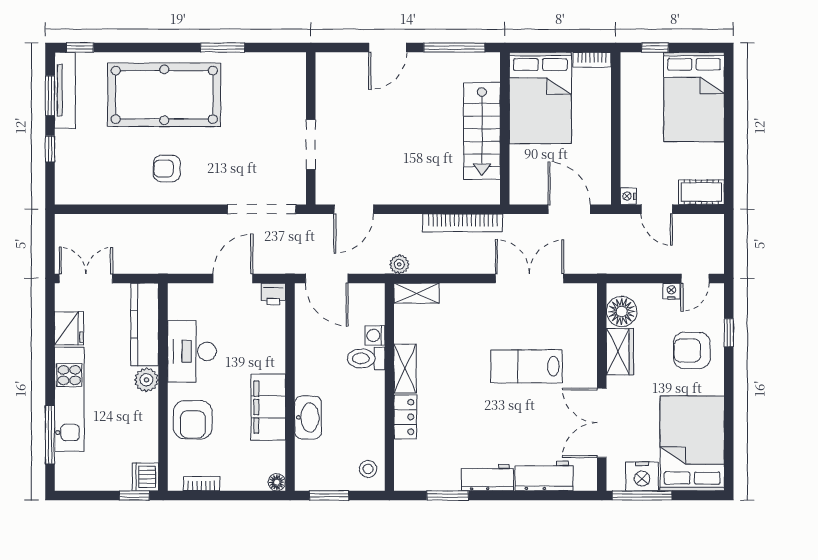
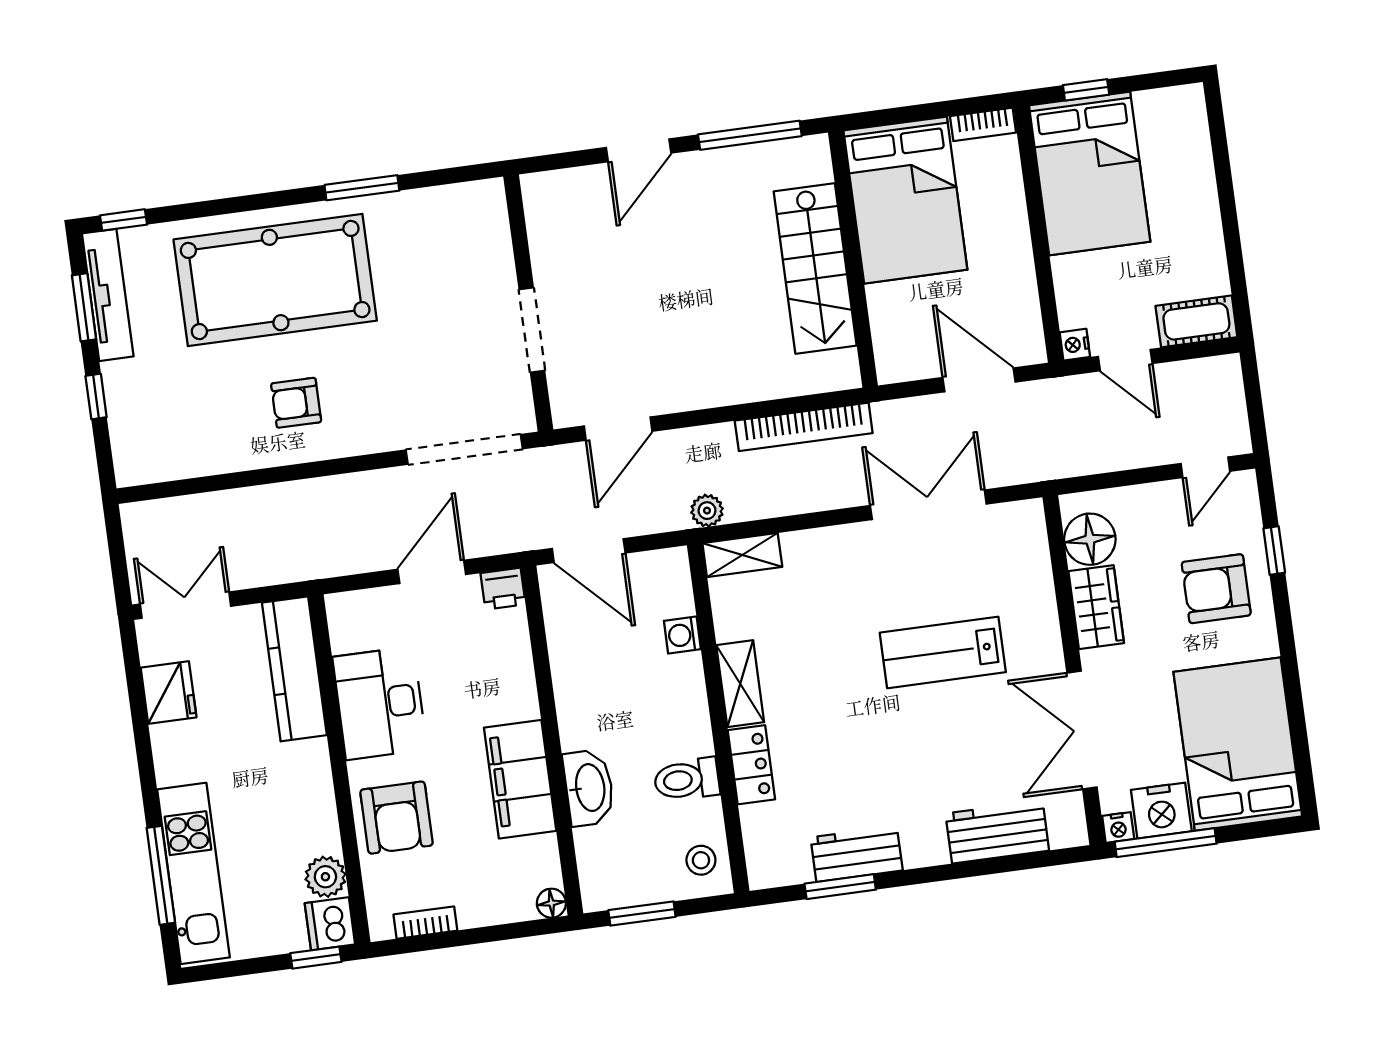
bed: (694, 97) -> (1090, 174), moved
nightstand: (671, 291) -> (1118, 827), moved, turned 180
toilet: (366, 358) -> (687, 779), moved
plant: (146, 380) -> (325, 877), moved
kitchen unit: (69, 399) -> (193, 873), moved
workbench: (487, 478) -> (857, 854), moved

